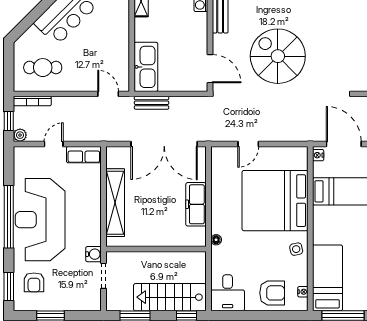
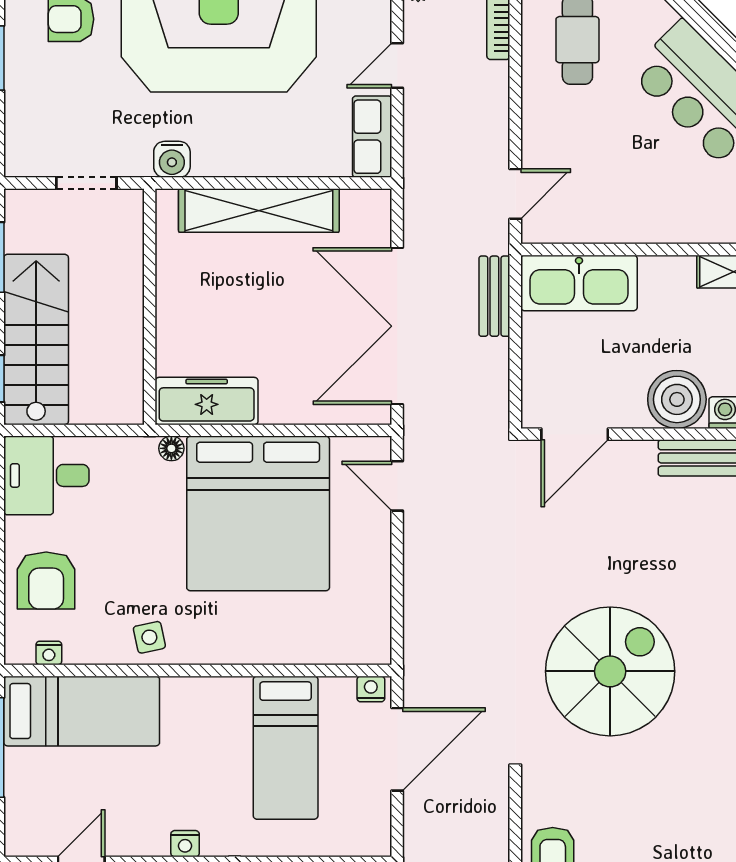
boiler: (195, 25) -> (677, 399), added
spiral stairs: (278, 56) -> (610, 671), moved
door: (54, 144) -> (397, 66), swing flipped
door: (248, 144) -> (397, 486), moved
bed: (275, 201) -> (258, 513), moved, turned 180
freezer: (196, 204) -> (207, 401), moved
water cooler: (93, 254) -> (172, 159), moved

